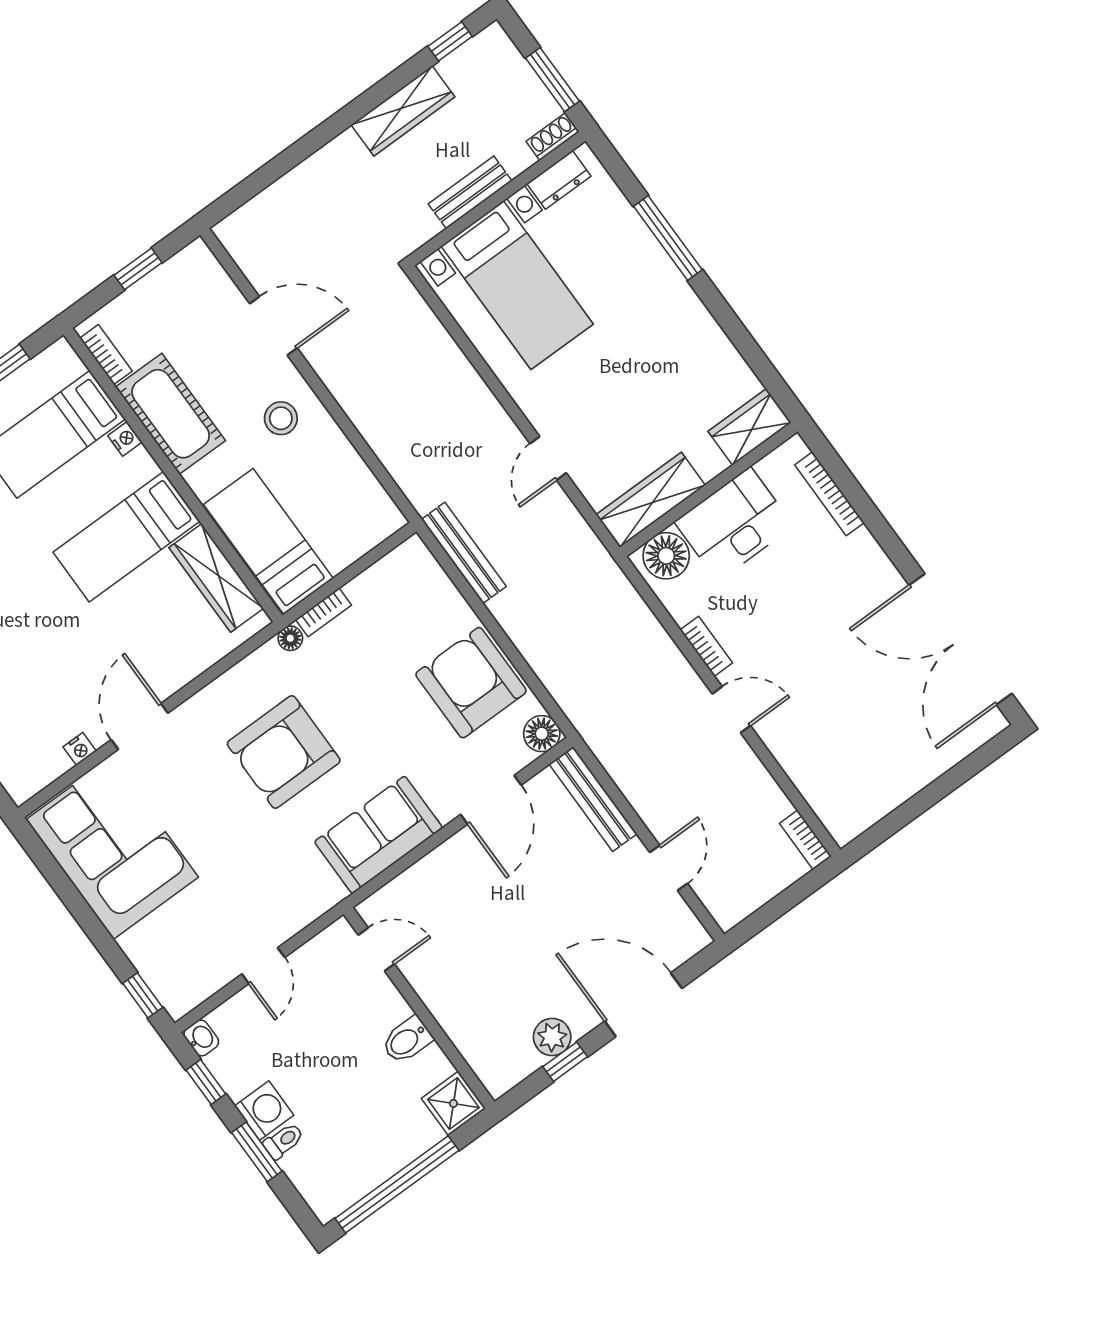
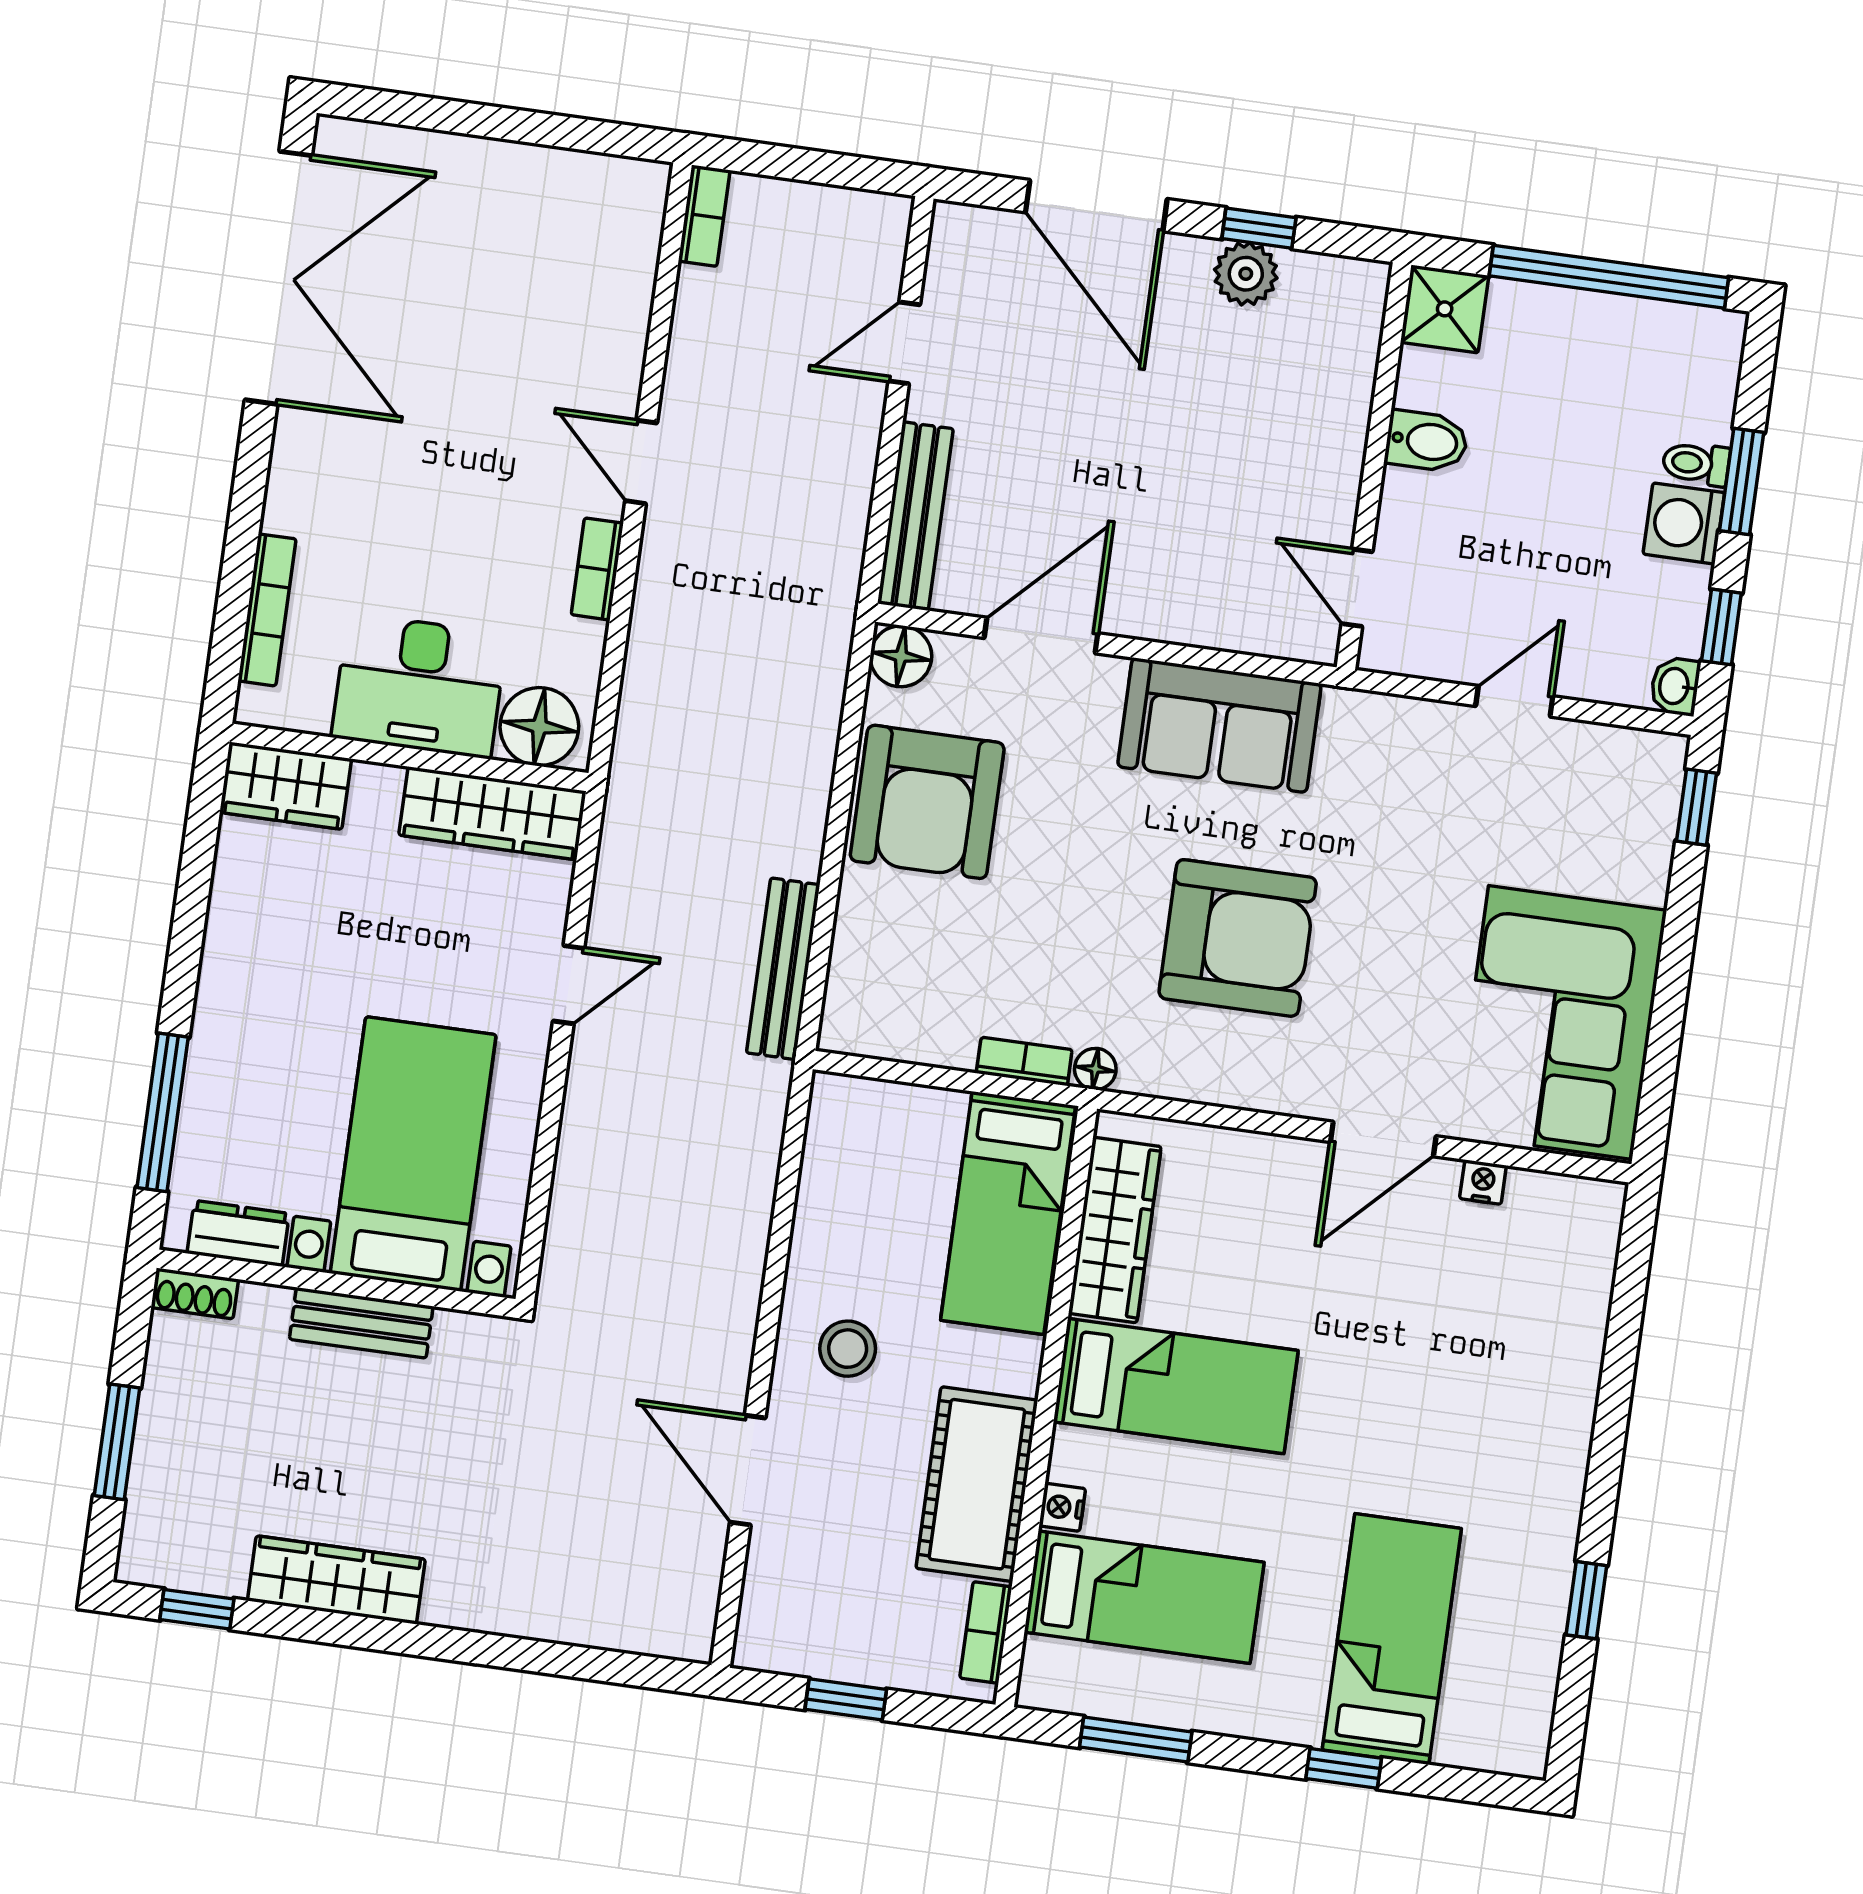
shoe rack: (553, 137) -> (195, 1293), moved
dresser: (559, 180) -> (238, 1233), moved
bench: (470, 192) -> (361, 1323), moved
wall: (497, 199) -> (336, 1283), moved
bed with nightstands: (517, 285) -> (413, 1154), moved

